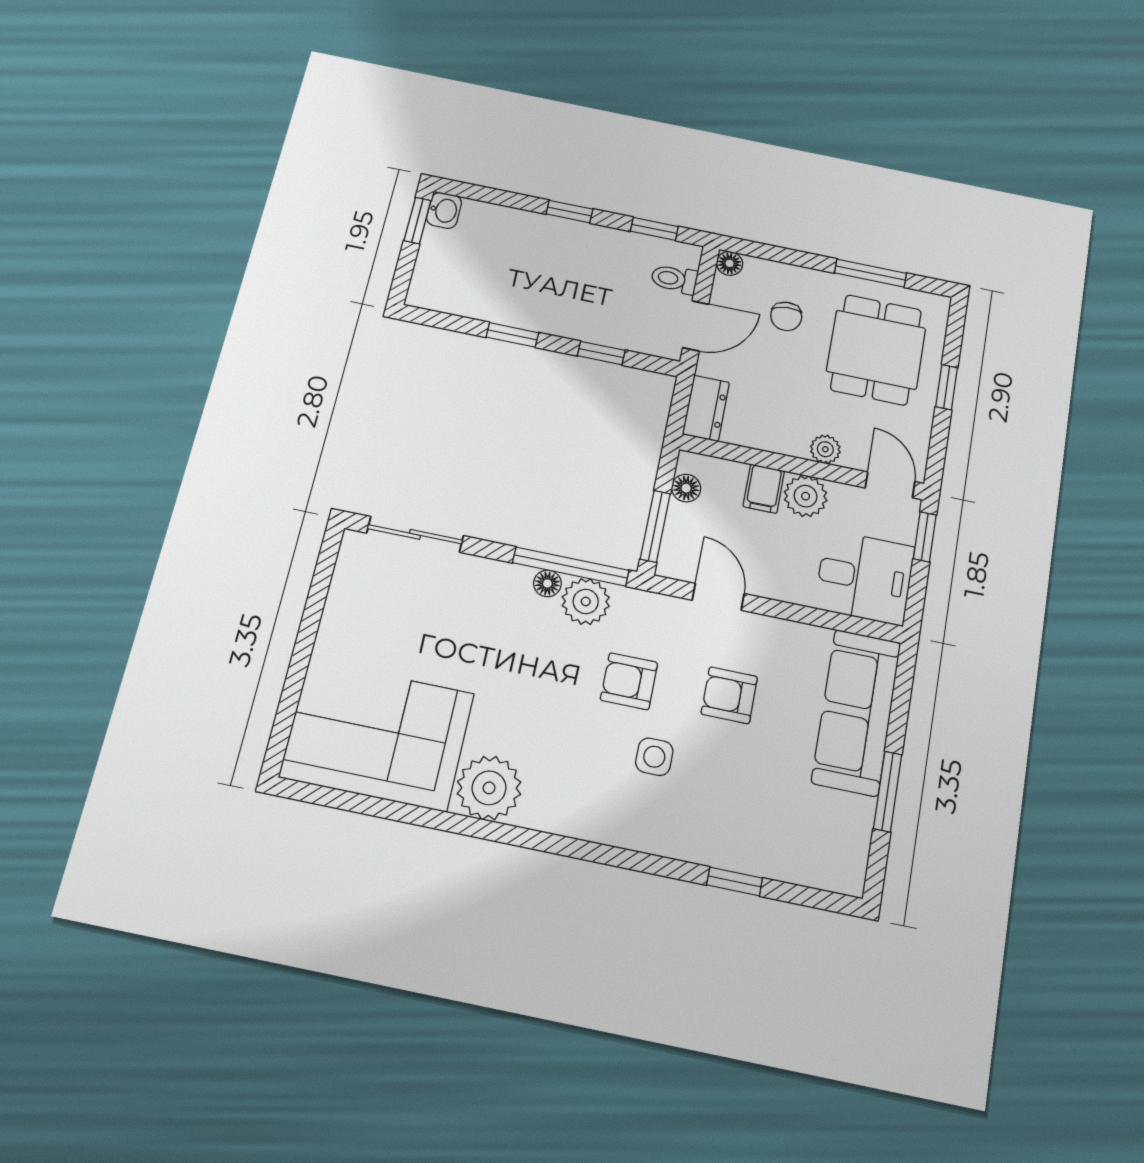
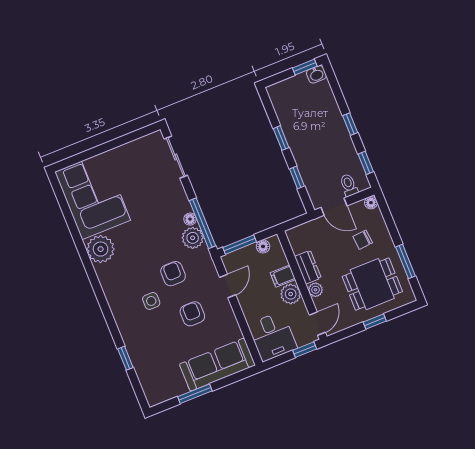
dresser: (706, 408) -> (308, 267), moved, turned -90

